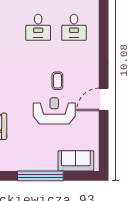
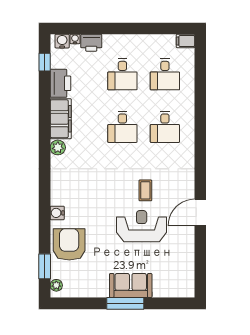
sofa: (76, 161) -> (131, 285), moved
window: (40, 176) -> (125, 303), width x0.68

